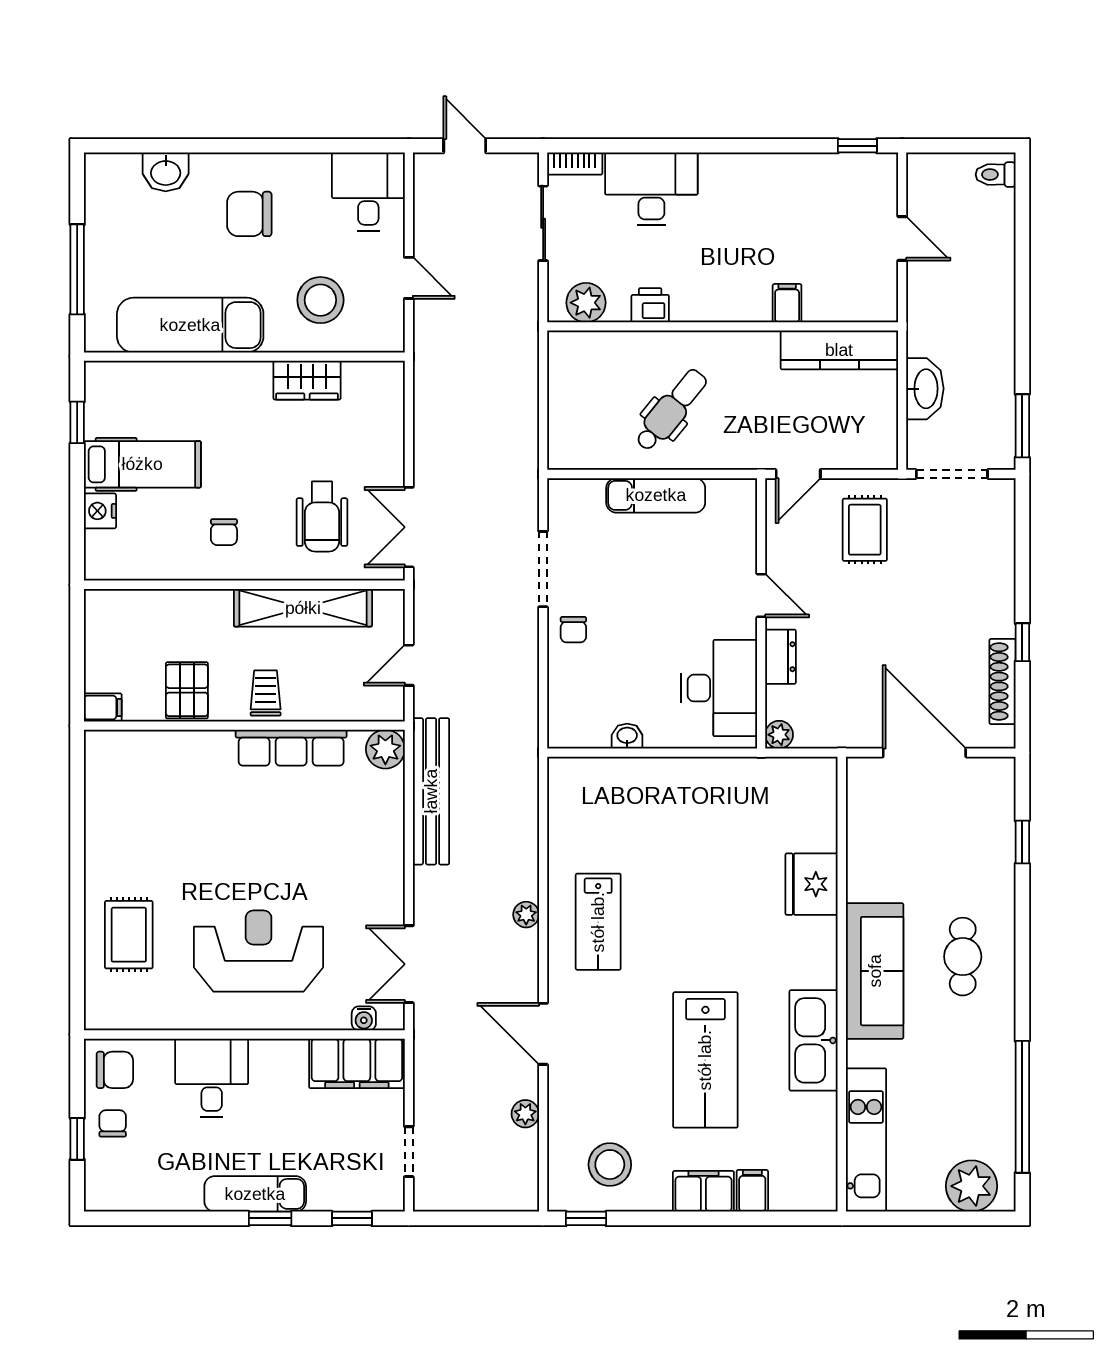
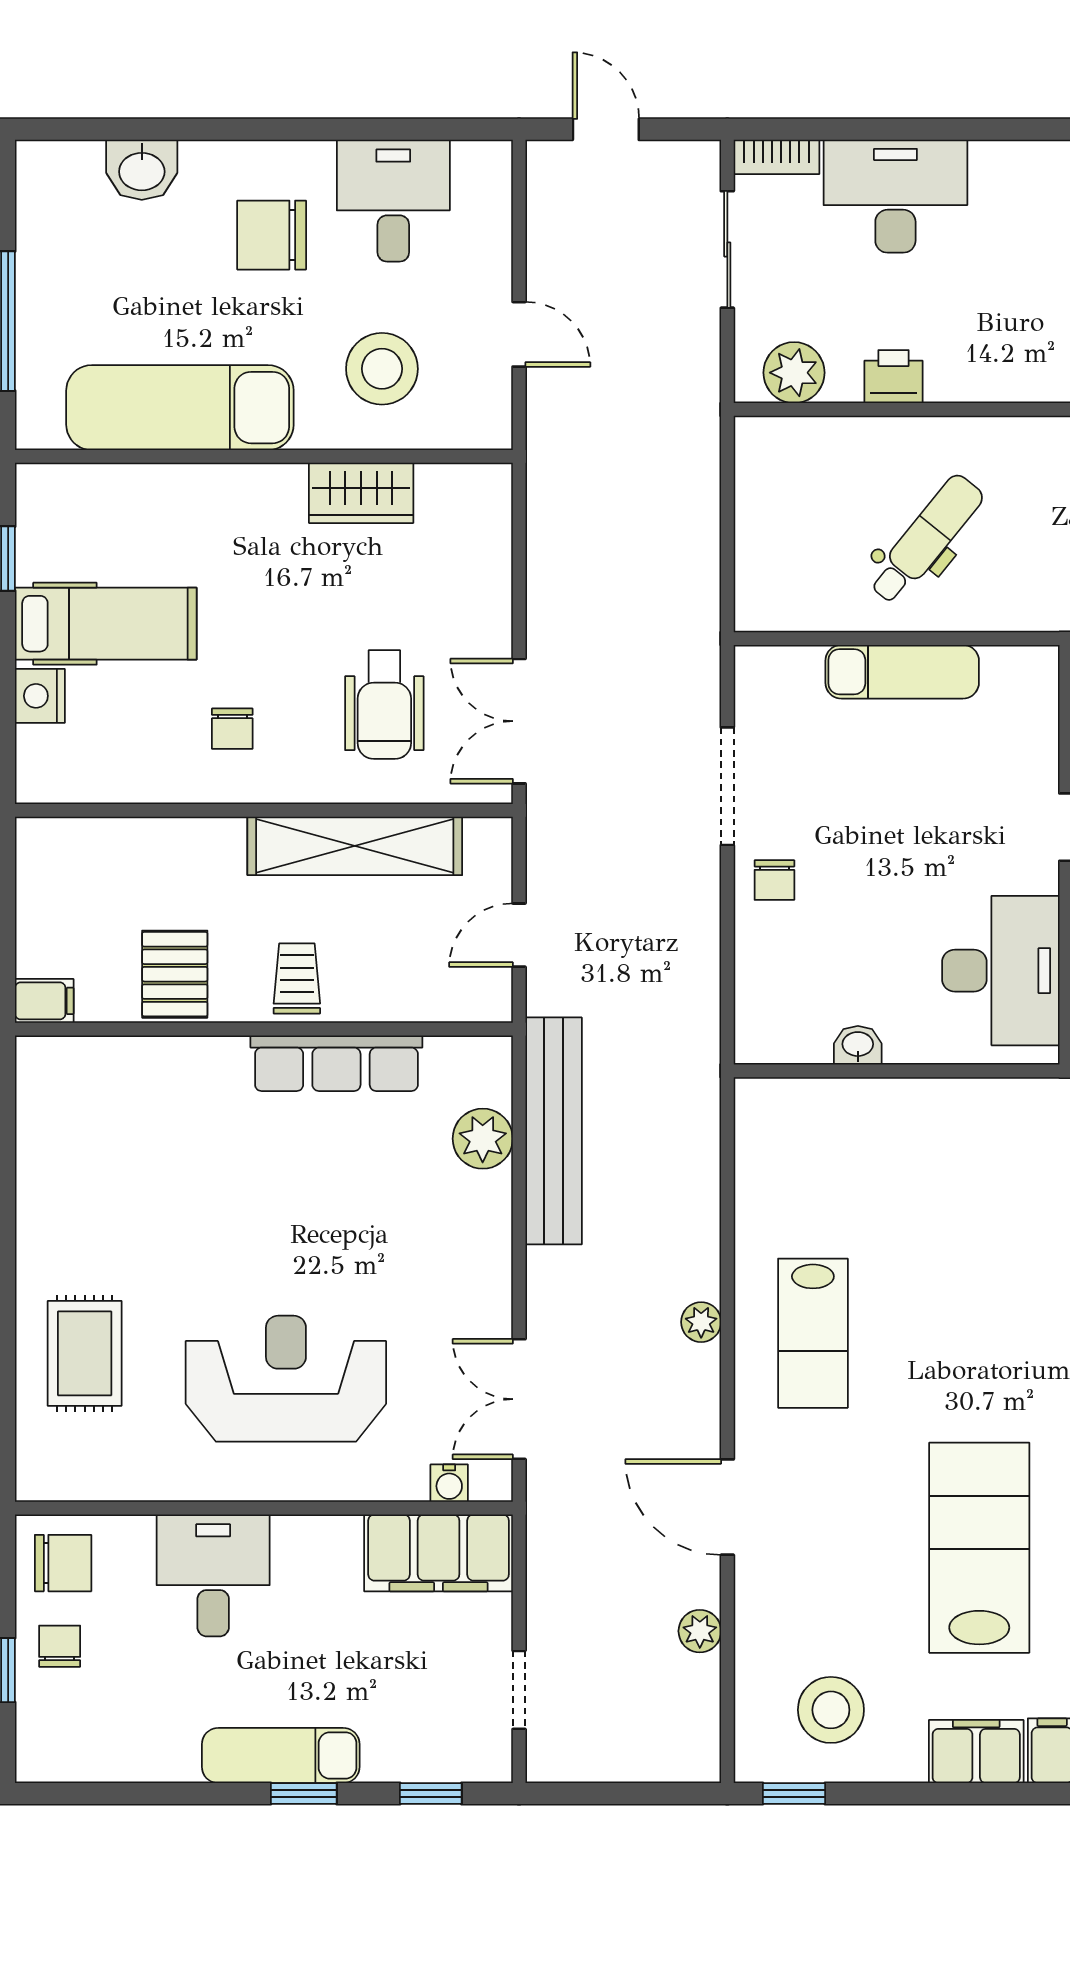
desk: (368, 192) -> (393, 201), moved
plant: (385, 749) -> (483, 1139), moved
lab bench: (705, 1060) -> (979, 1548), turned 180

